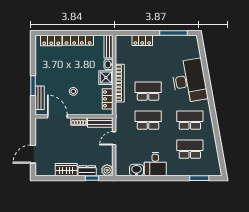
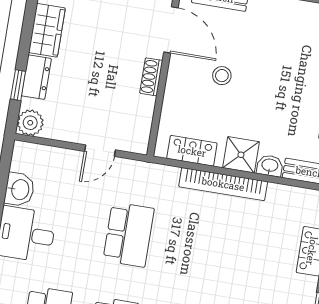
school desk: (148, 91) -> (194, 245), removed
door: (57, 116) -> (171, 30), hinge flipped
bench: (100, 123) -> (141, 125), removed
door: (114, 138) -> (100, 151), swing flipped

